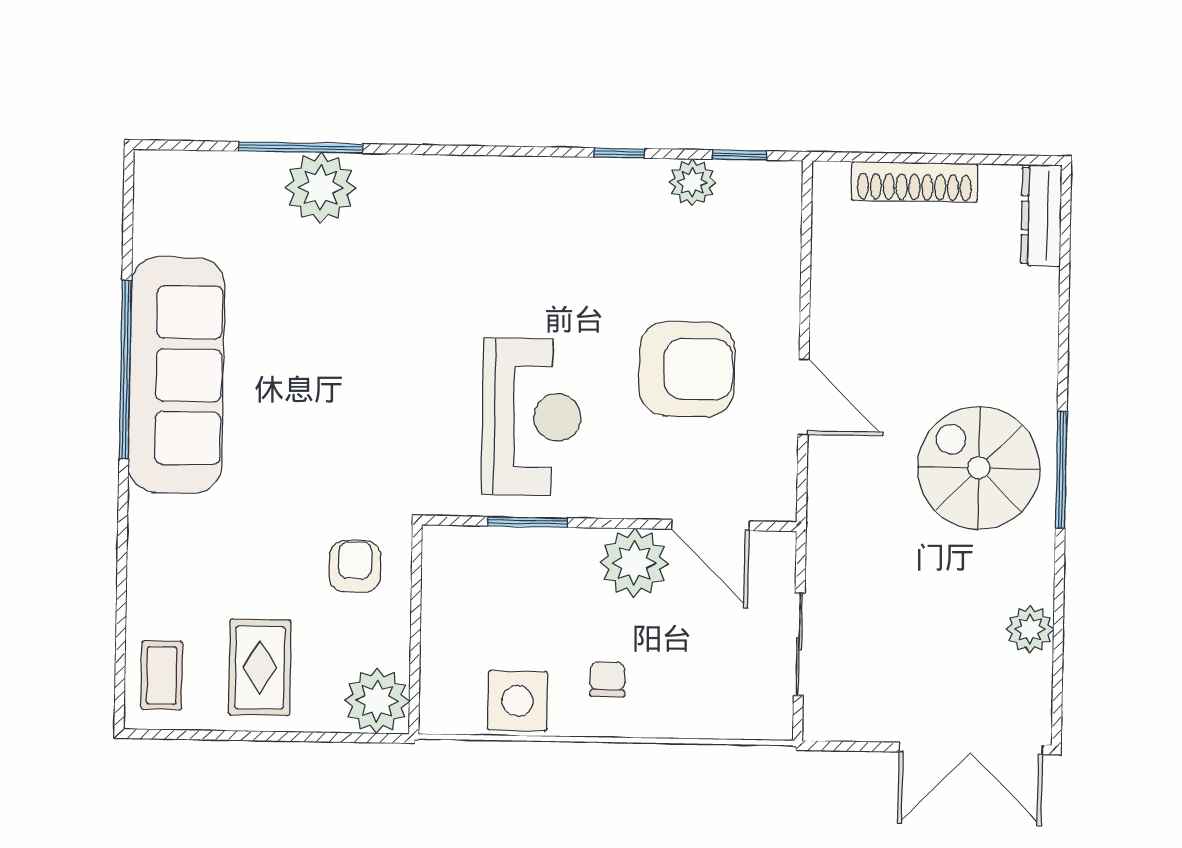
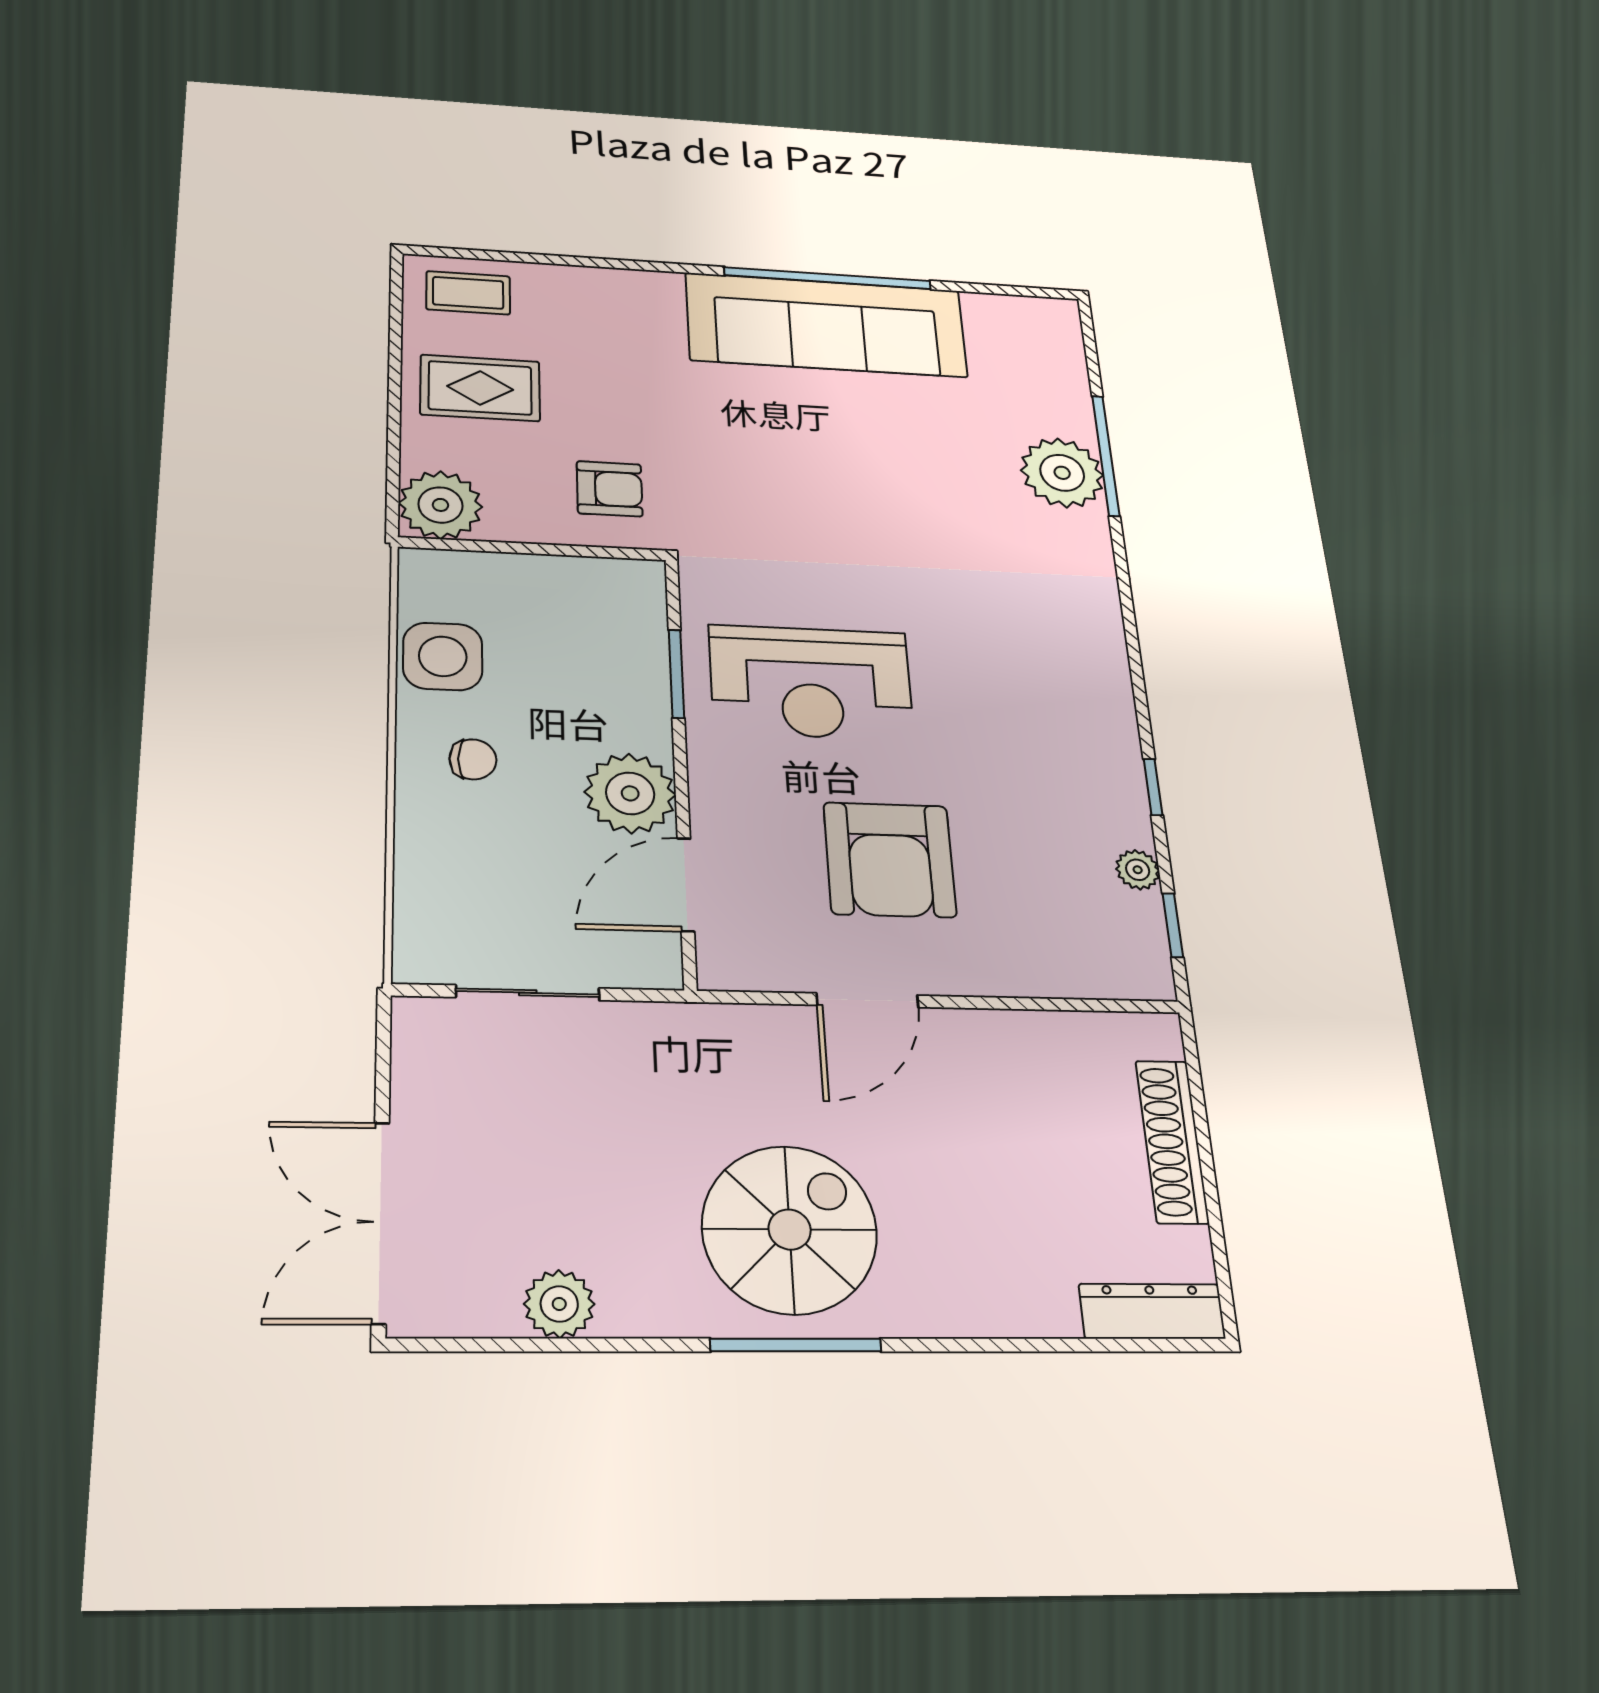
plant: (692, 182) -> (1138, 870), width x0.73, depth x0.73

